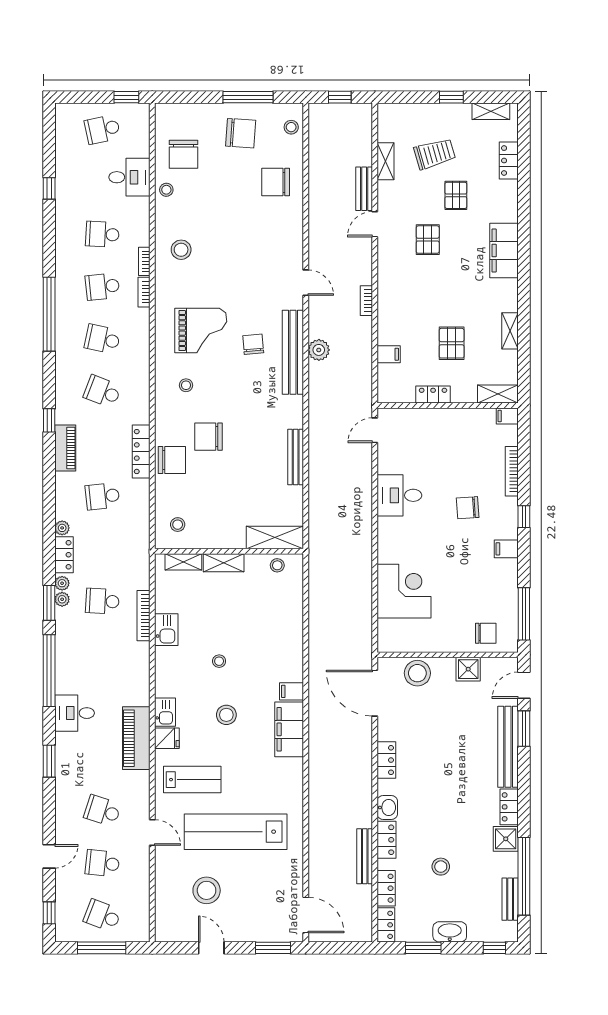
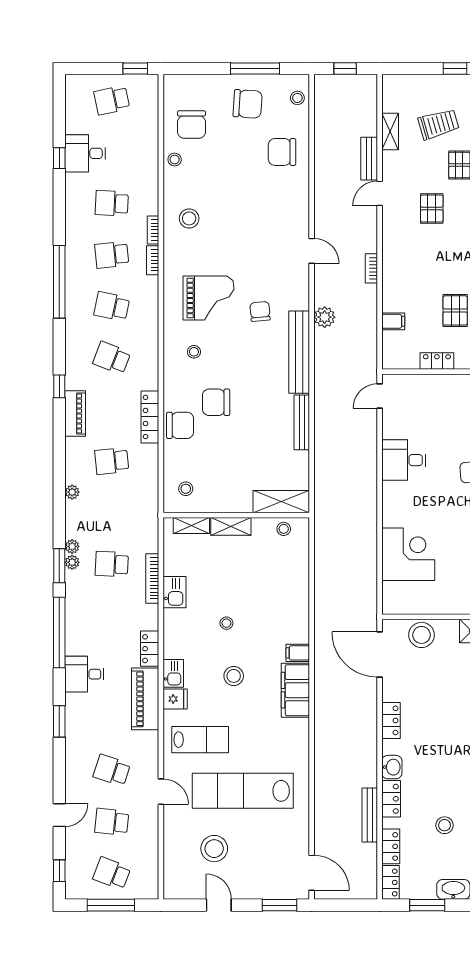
desk: (129, 177) -> (85, 153), moved, turned 180
bench: (293, 352) -> (299, 352), moved
locker: (64, 555) -> (150, 649), moved, turned 180

